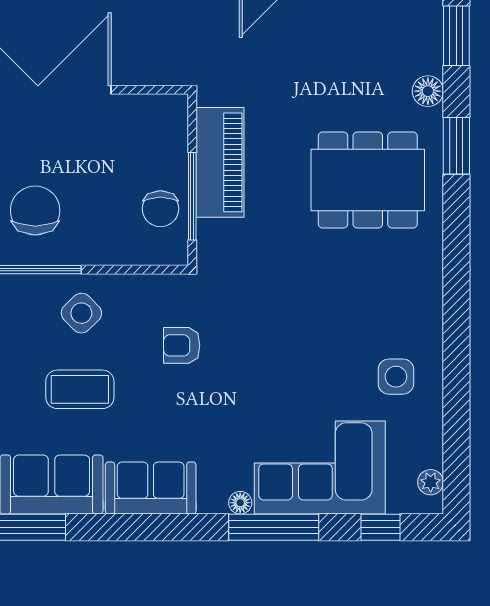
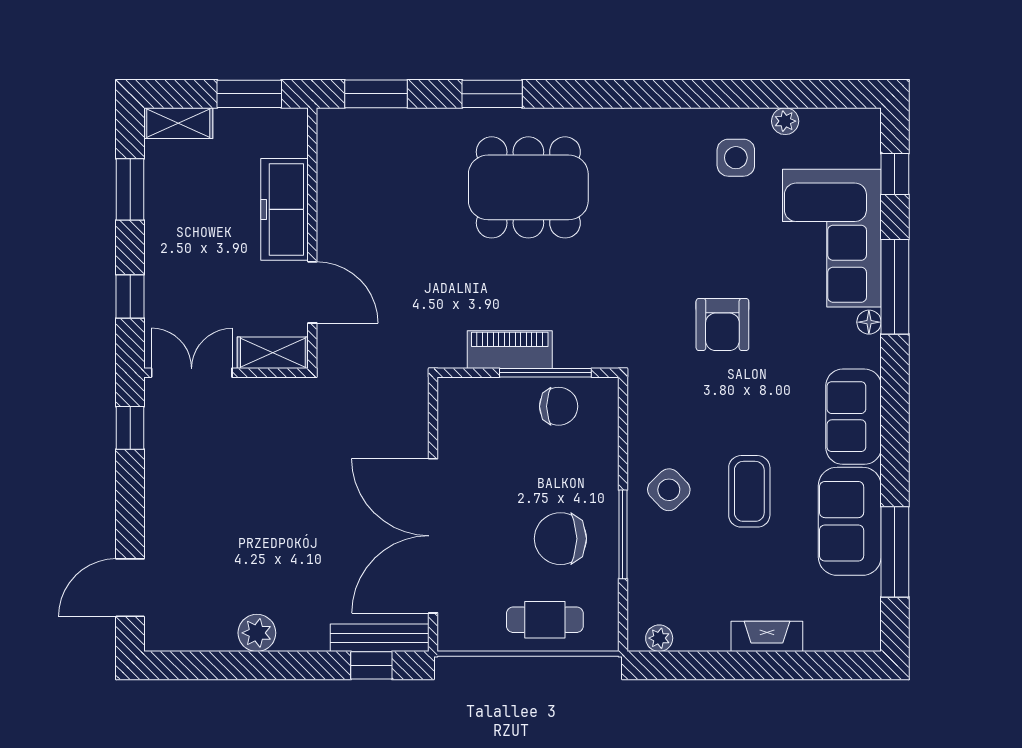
floor lamp: (428, 91) -> (435, 124), removed
piano: (220, 162) -> (510, 350), width x0.73, depth x0.75
dining table: (368, 180) -> (528, 187), turned 90
armchair: (182, 345) -> (722, 324), moved, width x1.38, depth x1.38
plant: (431, 482) -> (785, 121), moved

